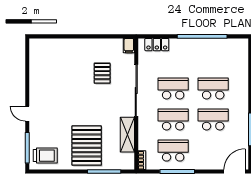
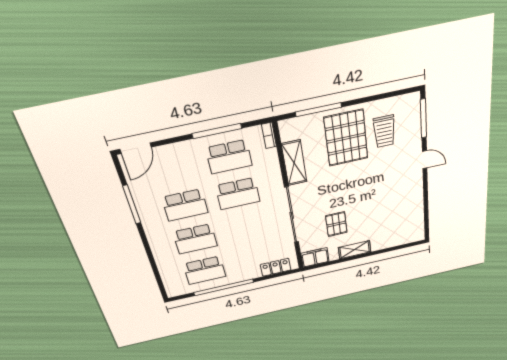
shelving: (90, 44) -> (355, 250), added
filing cabinet: (129, 46) -> (315, 257), width x2.00
school desk: (173, 88) -> (205, 270), moved
trolley: (45, 156) -> (384, 131), moved, turned -90

